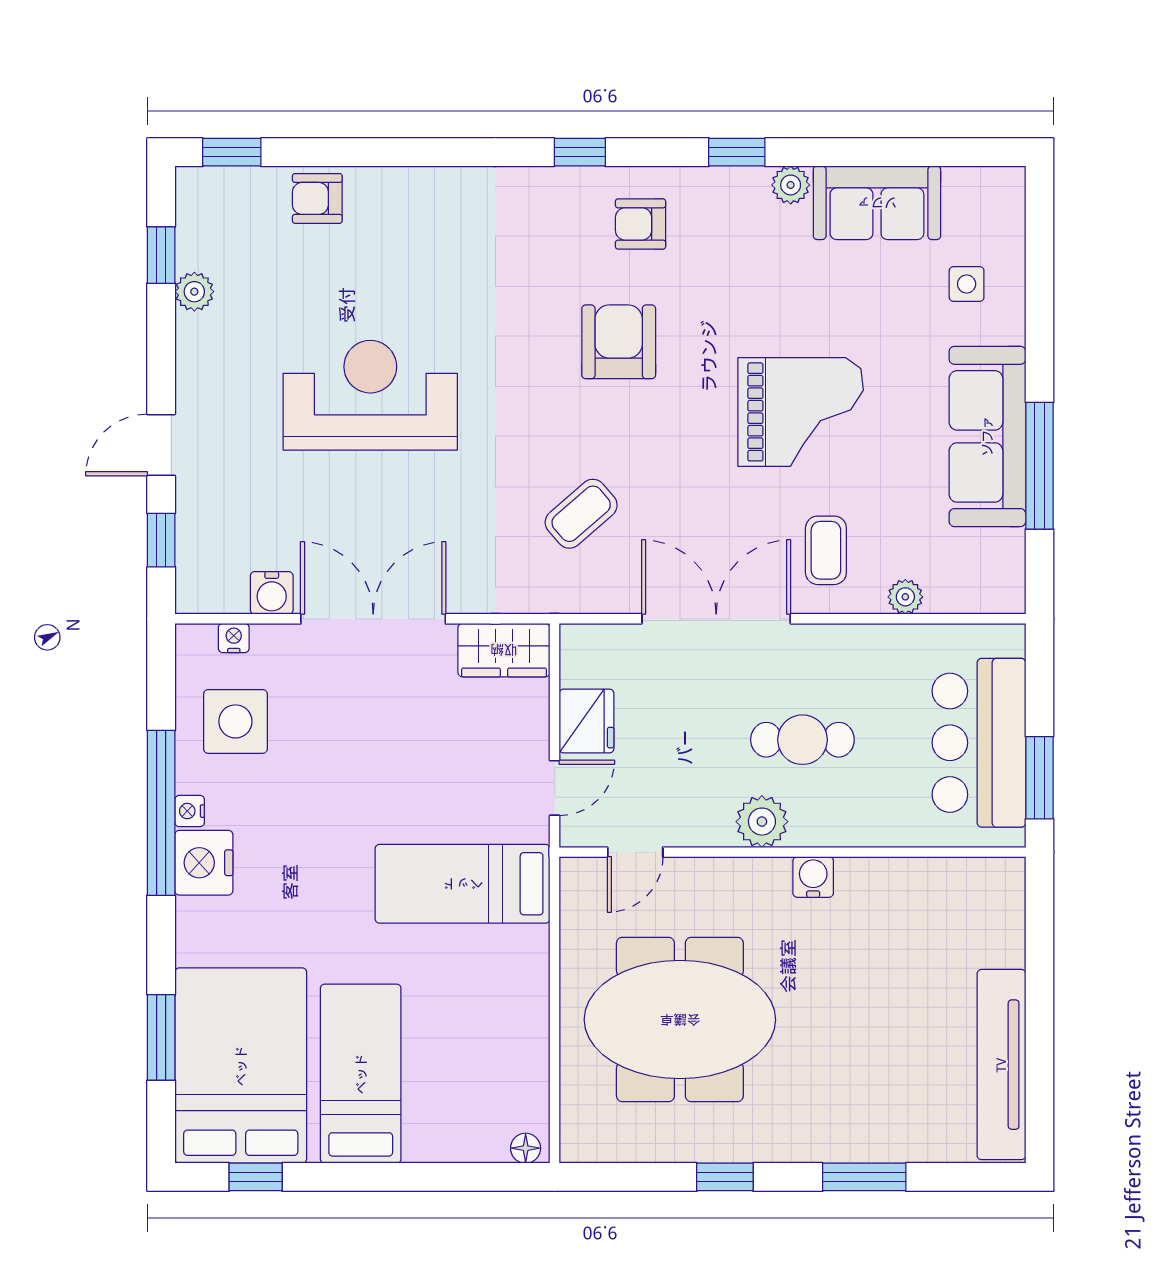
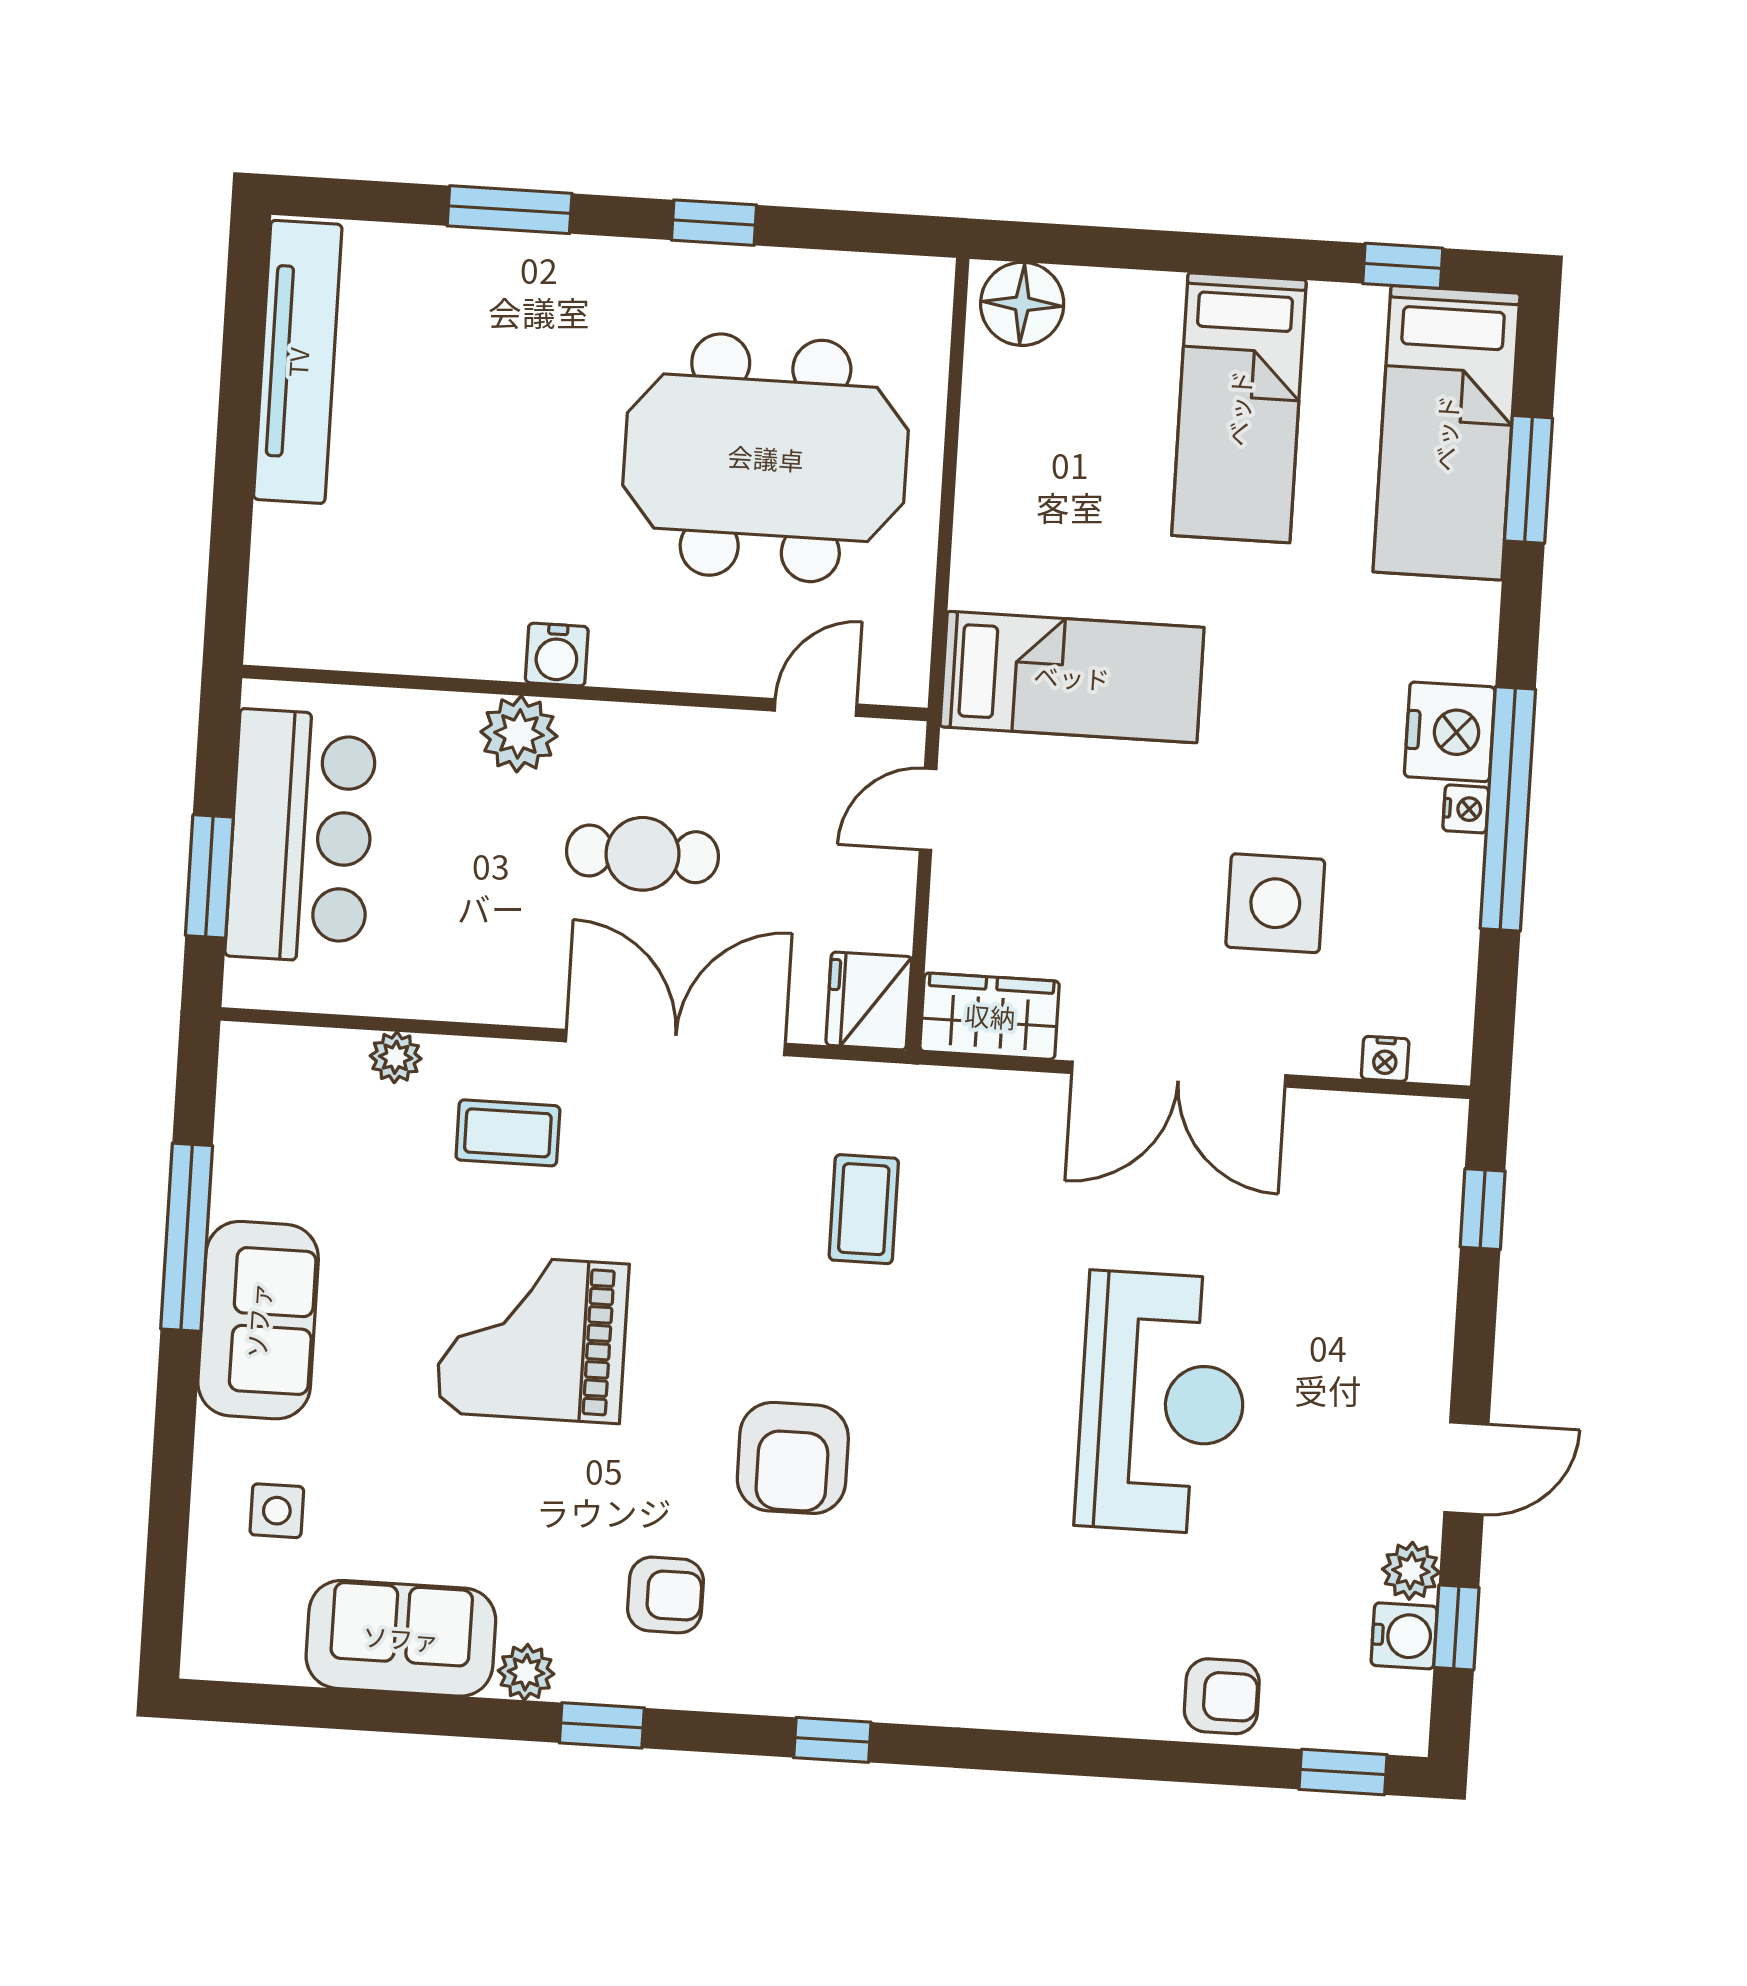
armchair: (641, 224) -> (666, 1595), moved
reception desk: (370, 395) -> (1162, 1403), turned -90
sofa: (987, 436) -> (258, 1320), width x0.73
door: (161, 445) -> (1466, 1468), moved
coffee table: (581, 514) -> (864, 1209), turned -49
coffee table: (826, 550) -> (508, 1133), turned 90
water cooler: (272, 593) -> (1404, 1636), moved, turned 90
double door: (716, 619) -> (675, 1042), swing flipped
side table: (235, 721) -> (1275, 903), moved
fridge: (587, 721) -> (869, 1001), moved
cafe table: (802, 740) -> (642, 854), moved
window: (1040, 778) -> (209, 876), moved
plant: (762, 822) -> (519, 734), moved
bed: (241, 1066) -> (1446, 433), width x0.67
floor lamp: (526, 1148) -> (1022, 304), width x1.89, depth x1.89

